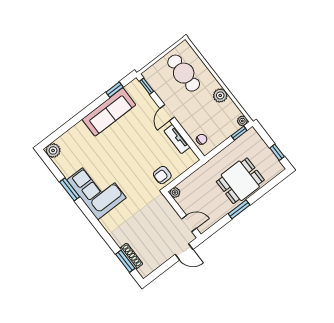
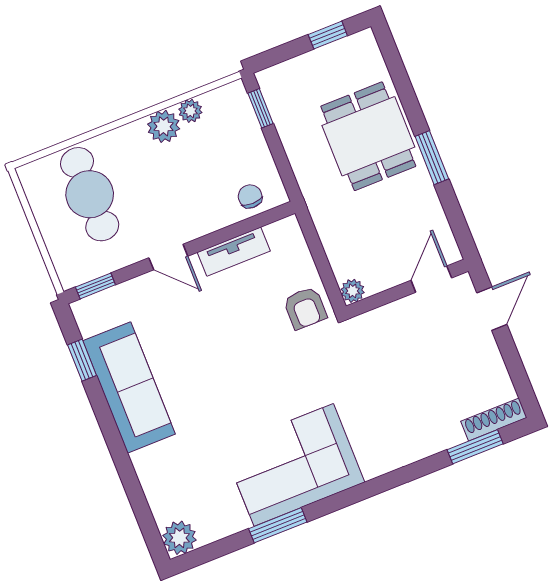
cafe table: (184, 73) -> (90, 194), turned 90
plant: (242, 121) -> (190, 111), moved
shoe rack: (131, 256) -> (494, 419), moved

